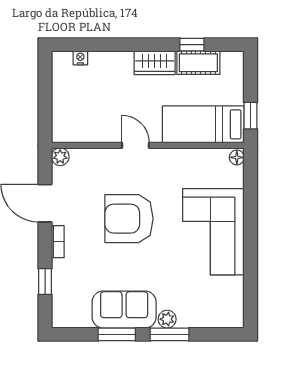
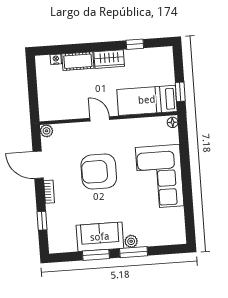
cot: (198, 63) -> (78, 61), moved

